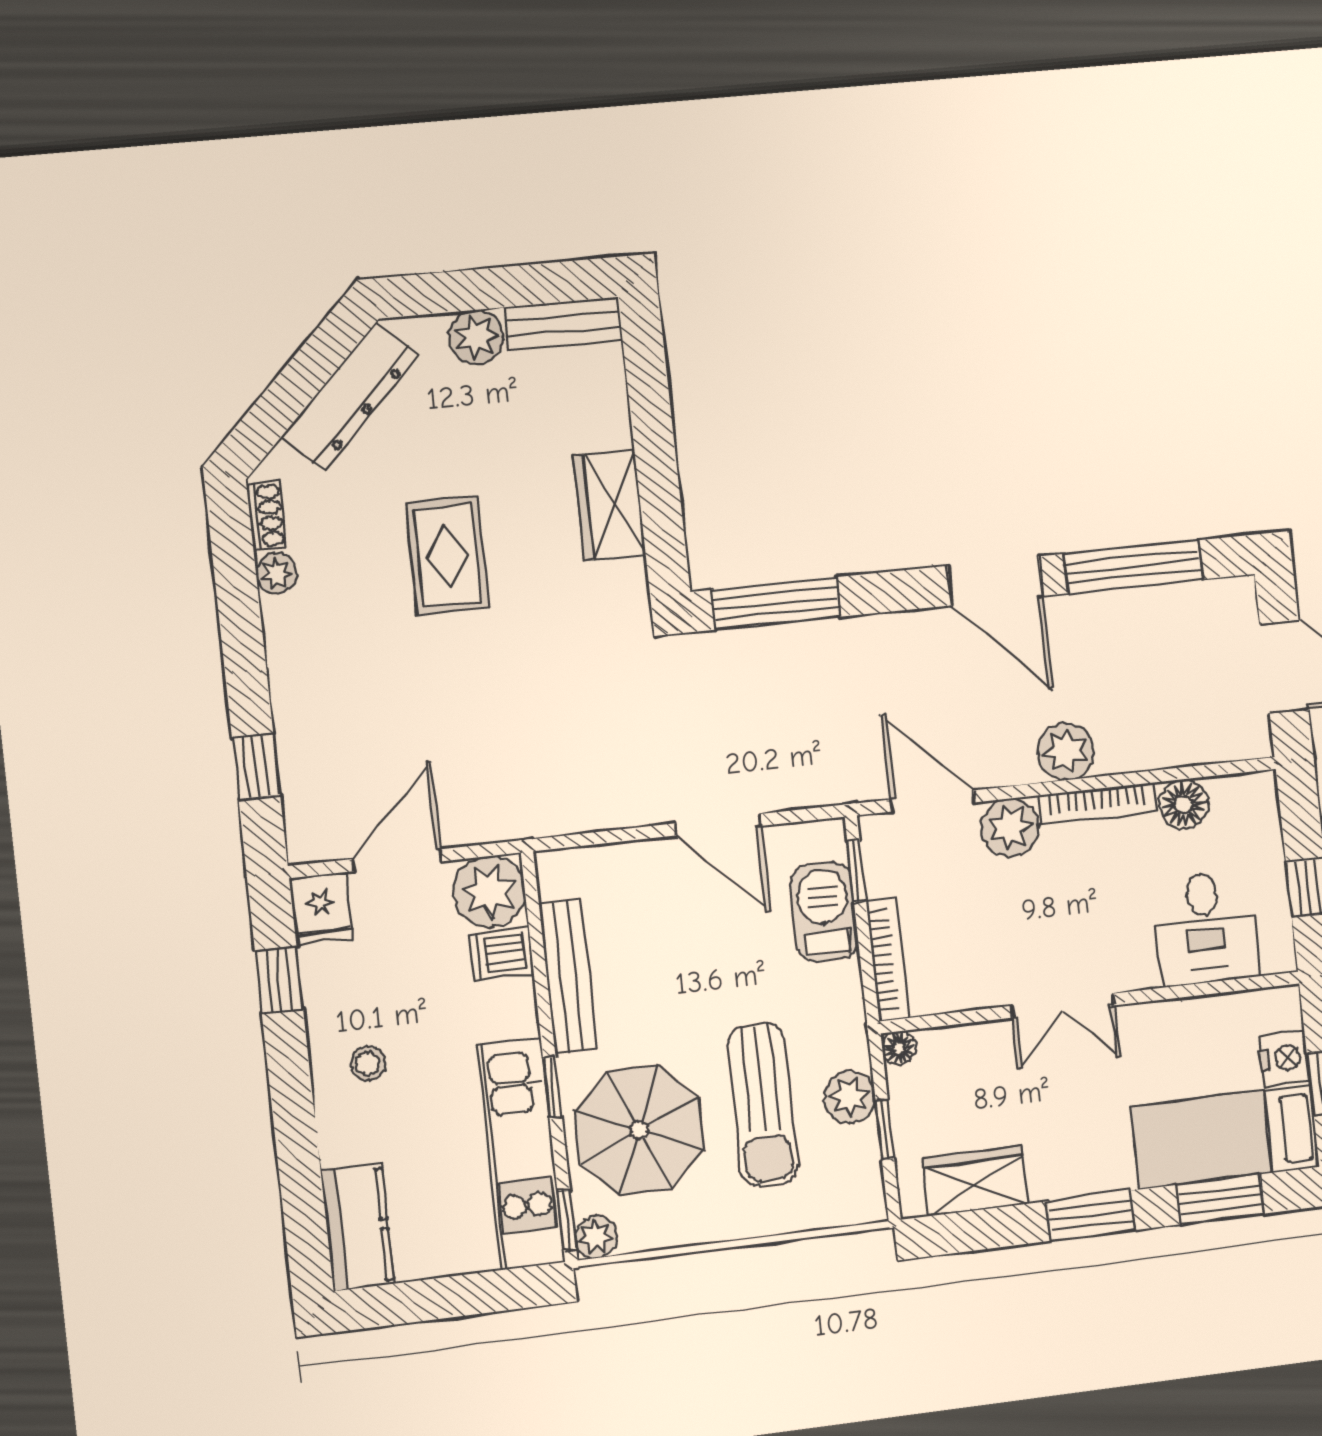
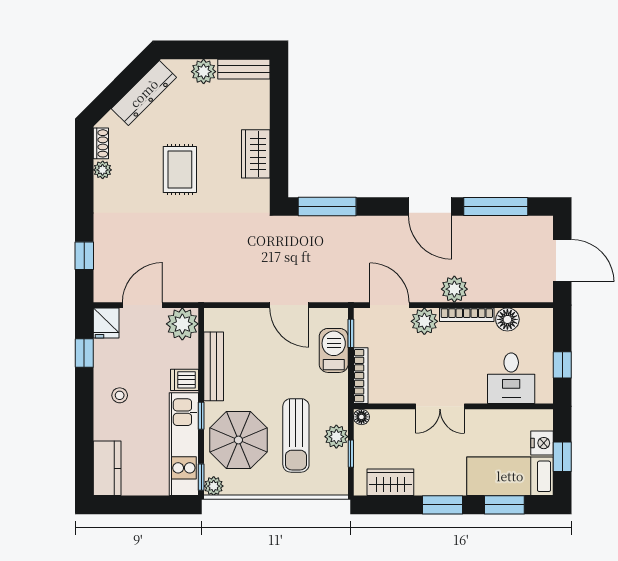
dishwasher: (501, 954) -> (185, 380), moved

